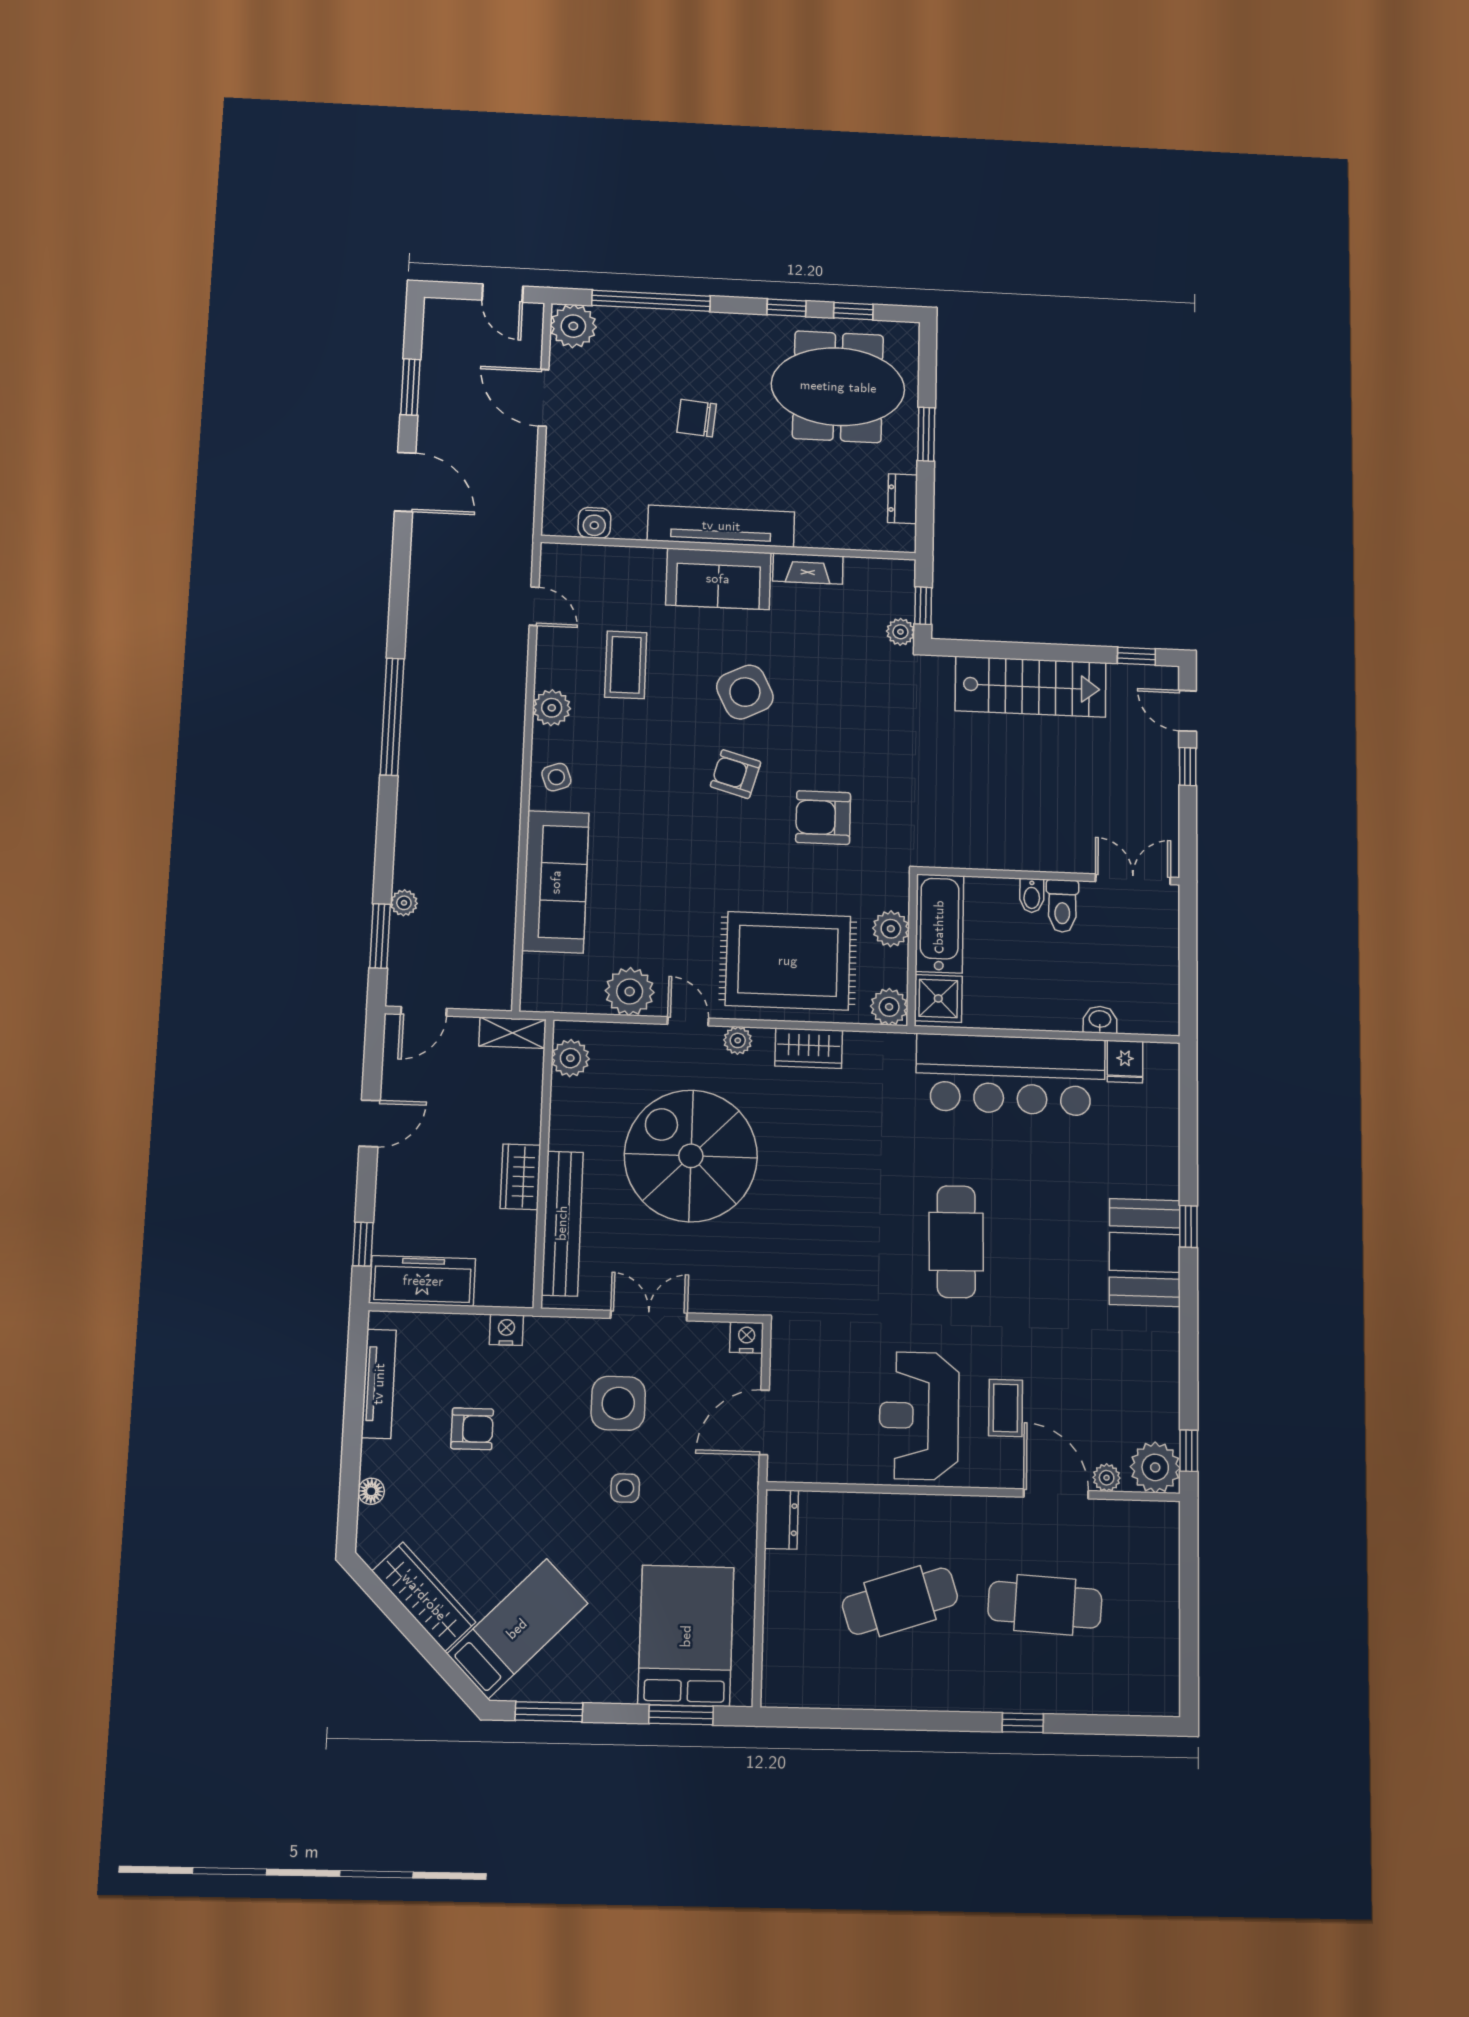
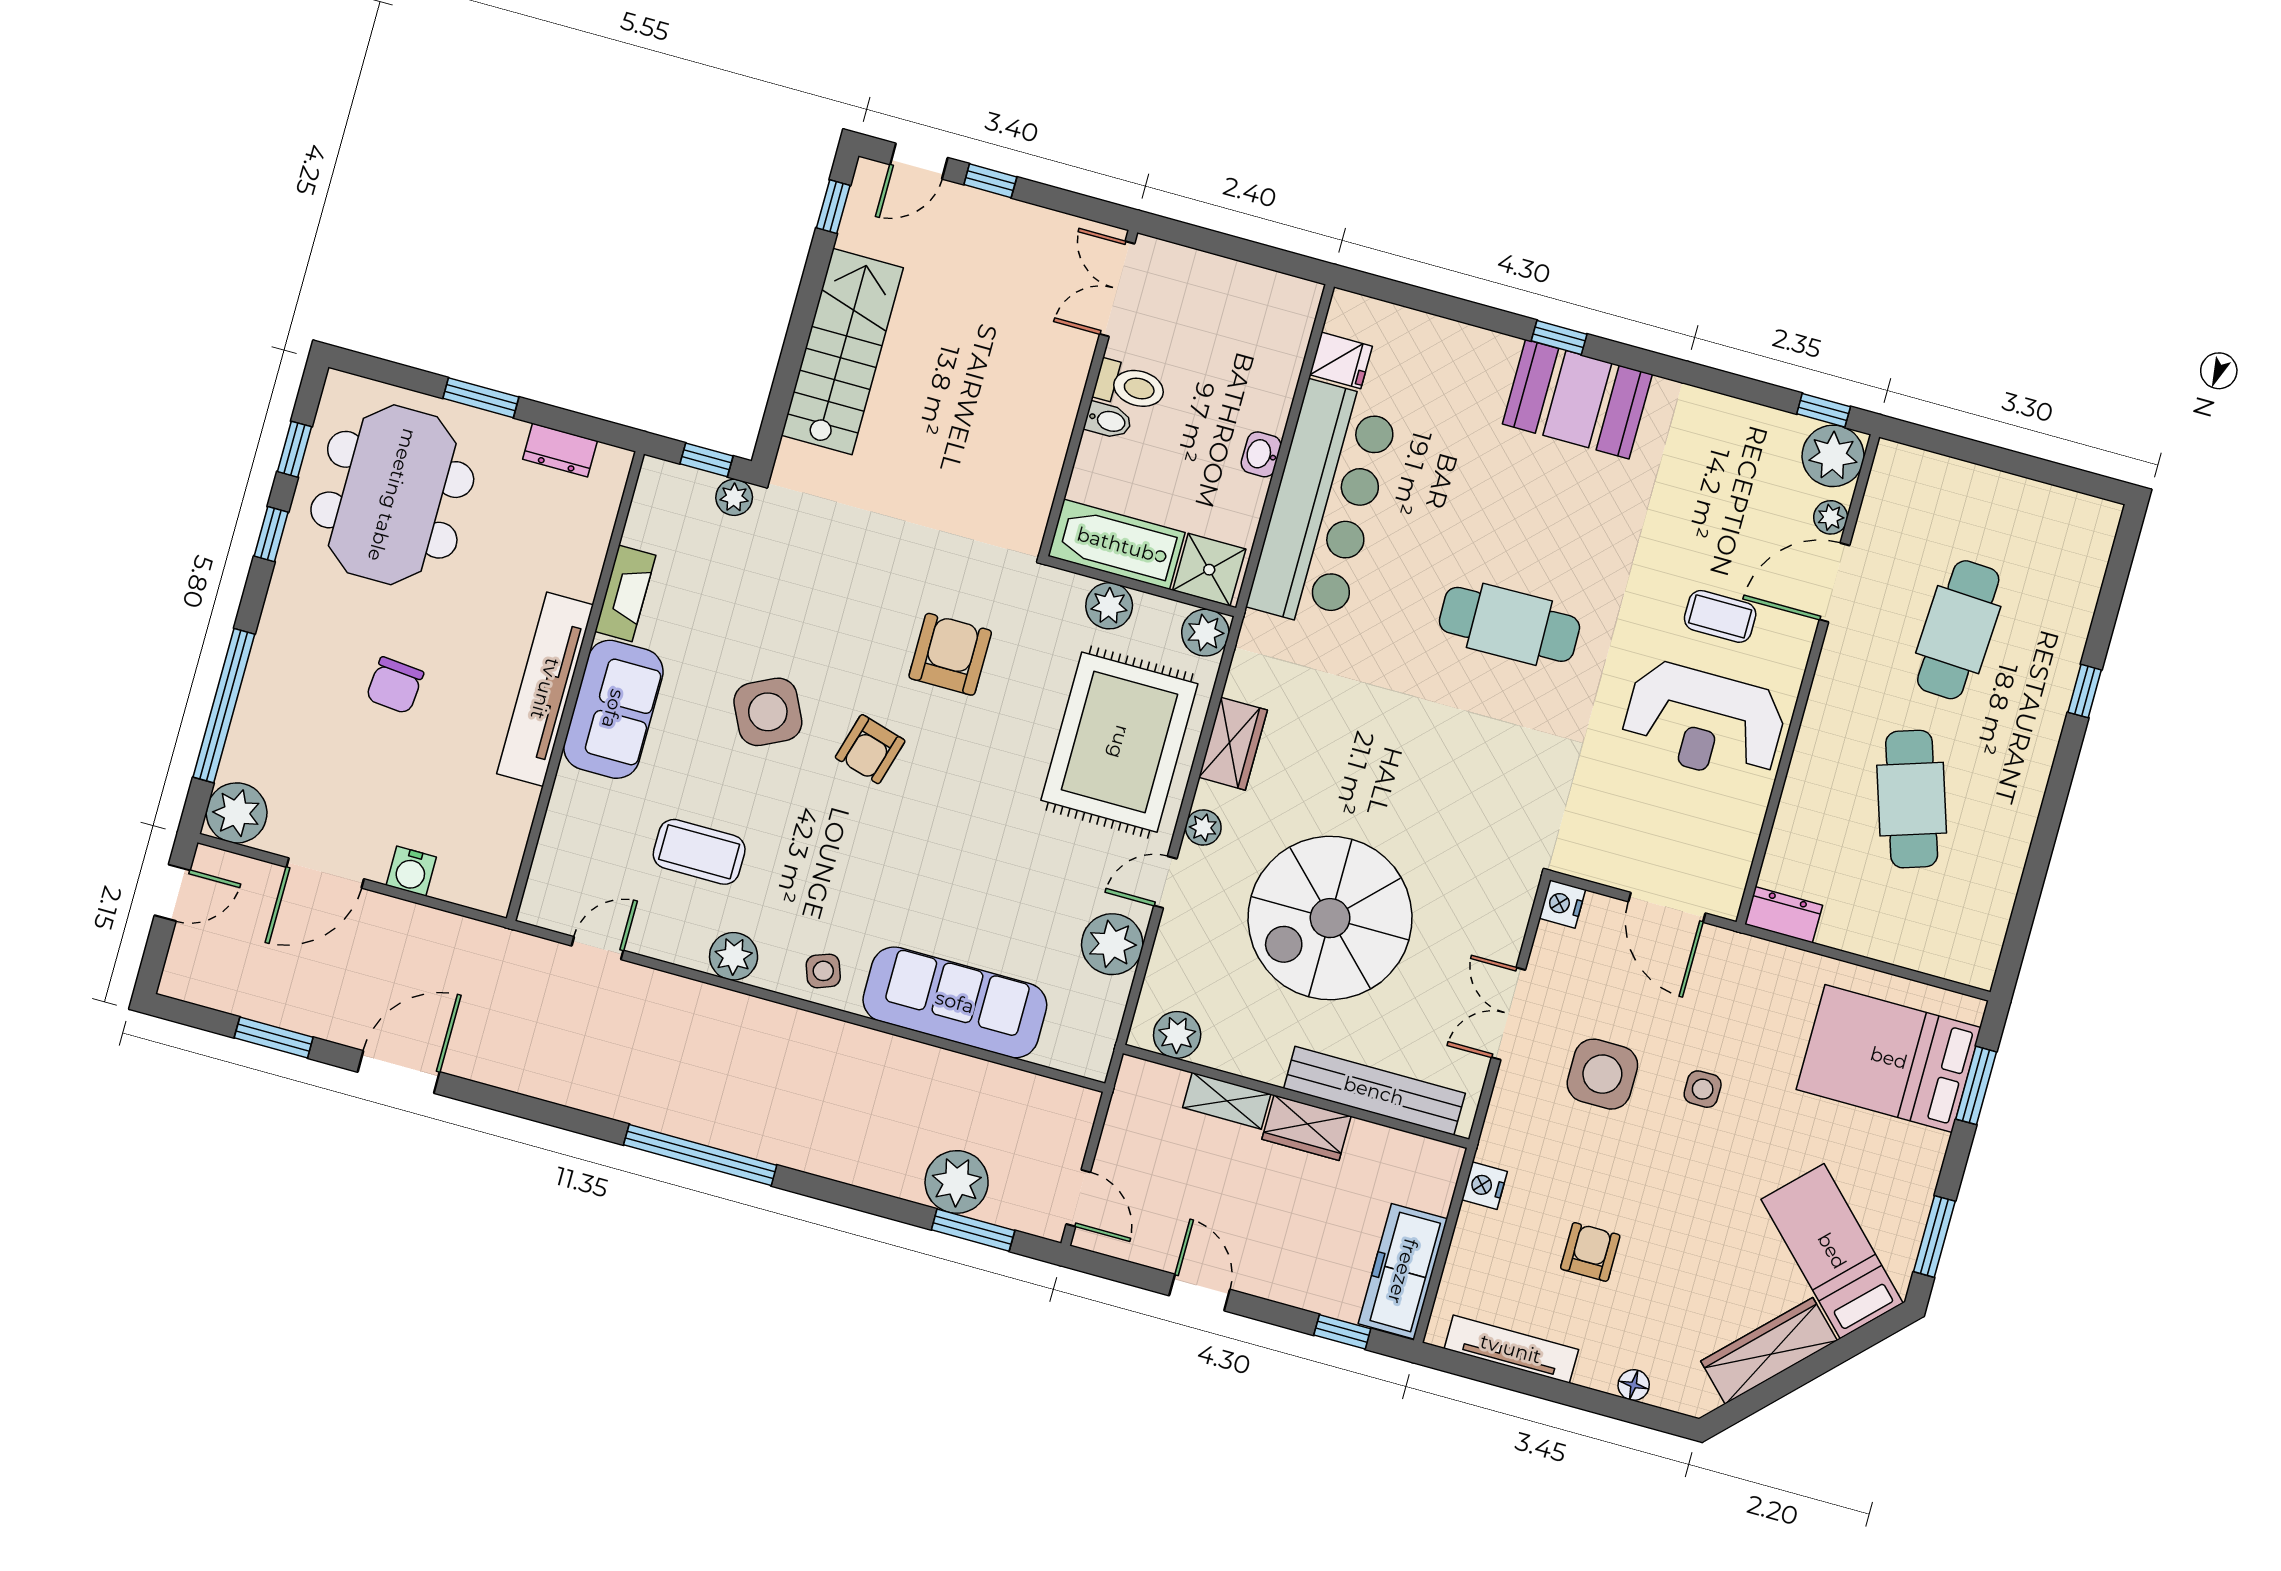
water cooler: (594, 523) -> (411, 871), moved, turned 90
armchair: (823, 818) -> (950, 654), turned 180
plant: (404, 903) -> (957, 1182), width x1.88, depth x1.88
washbasin: (1100, 1020) -> (1261, 454), moved
shelving: (513, 1033) -> (1227, 1101), moved, turned 90

